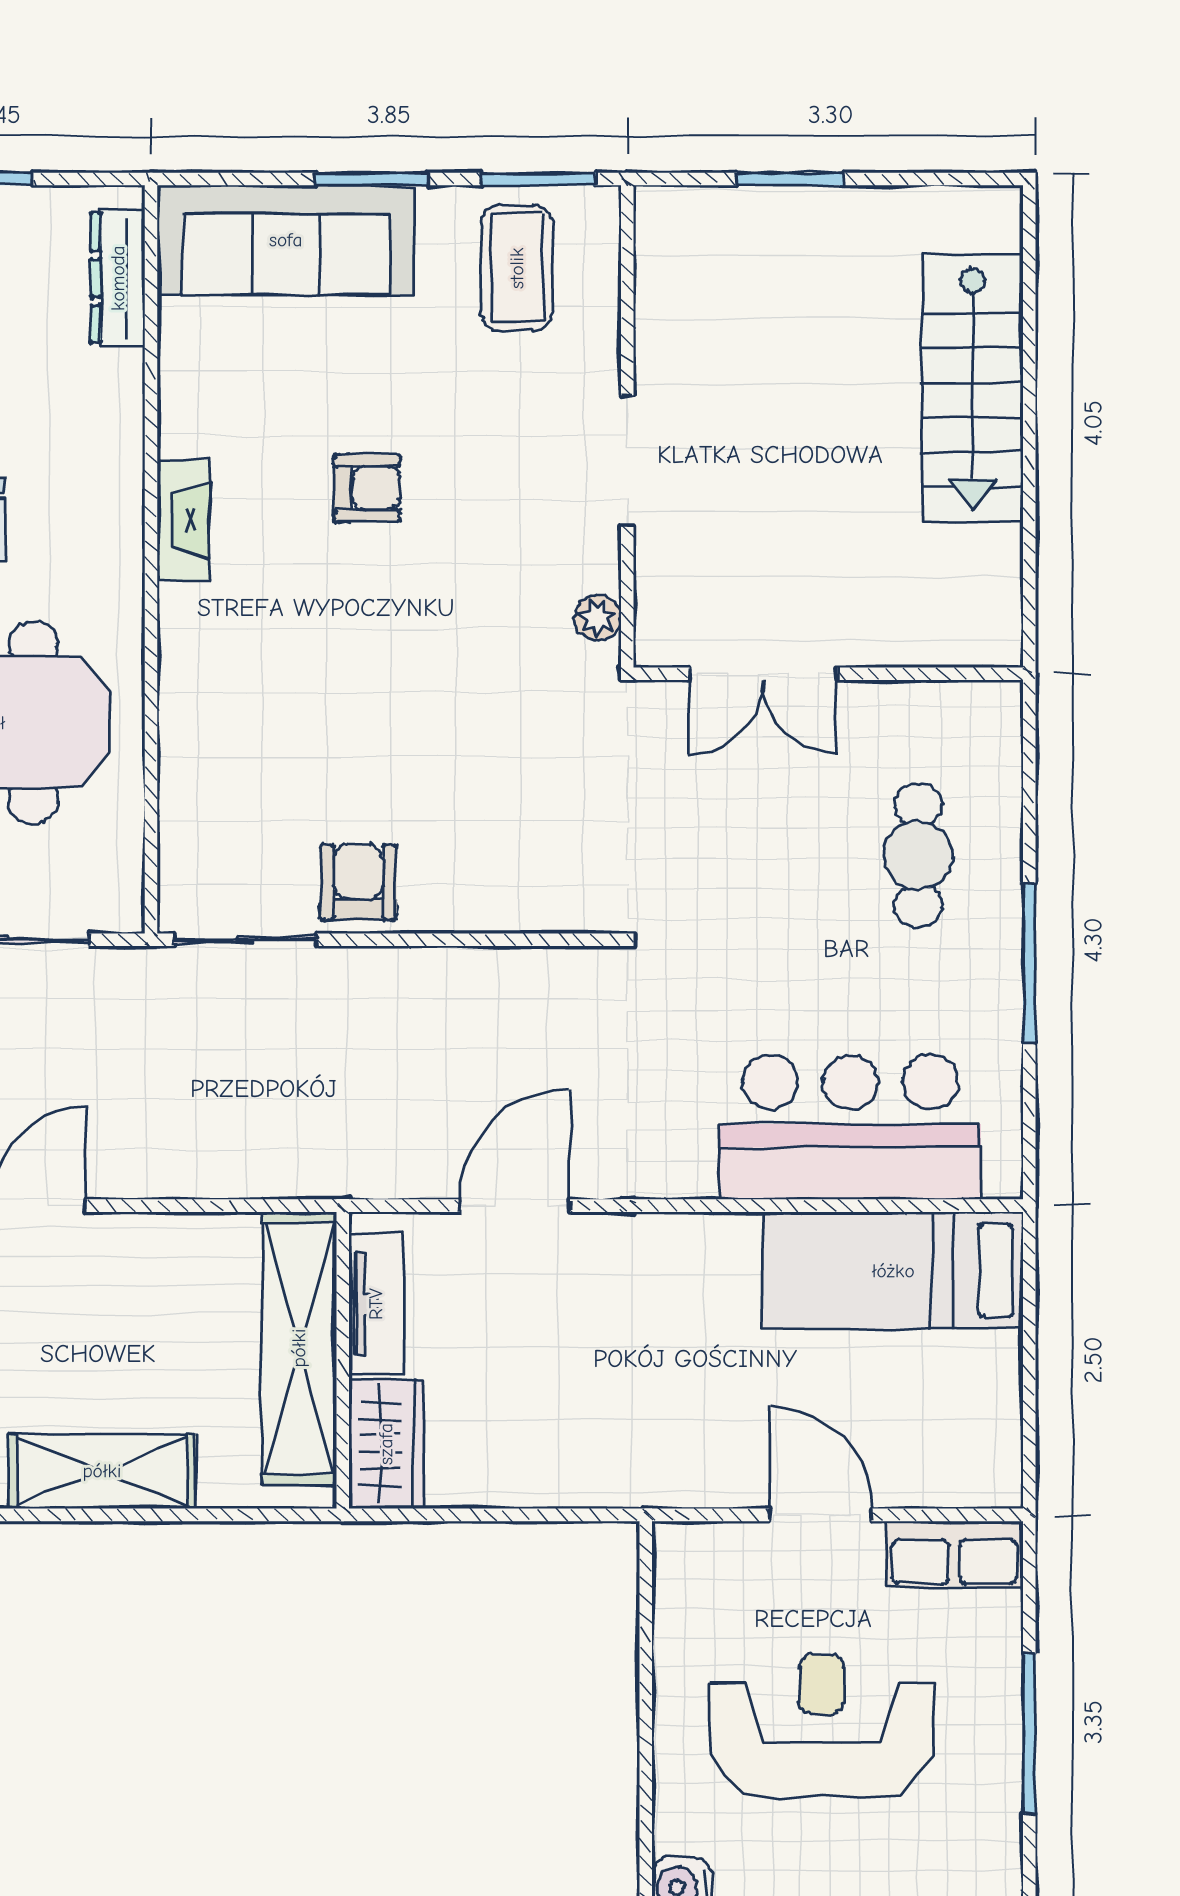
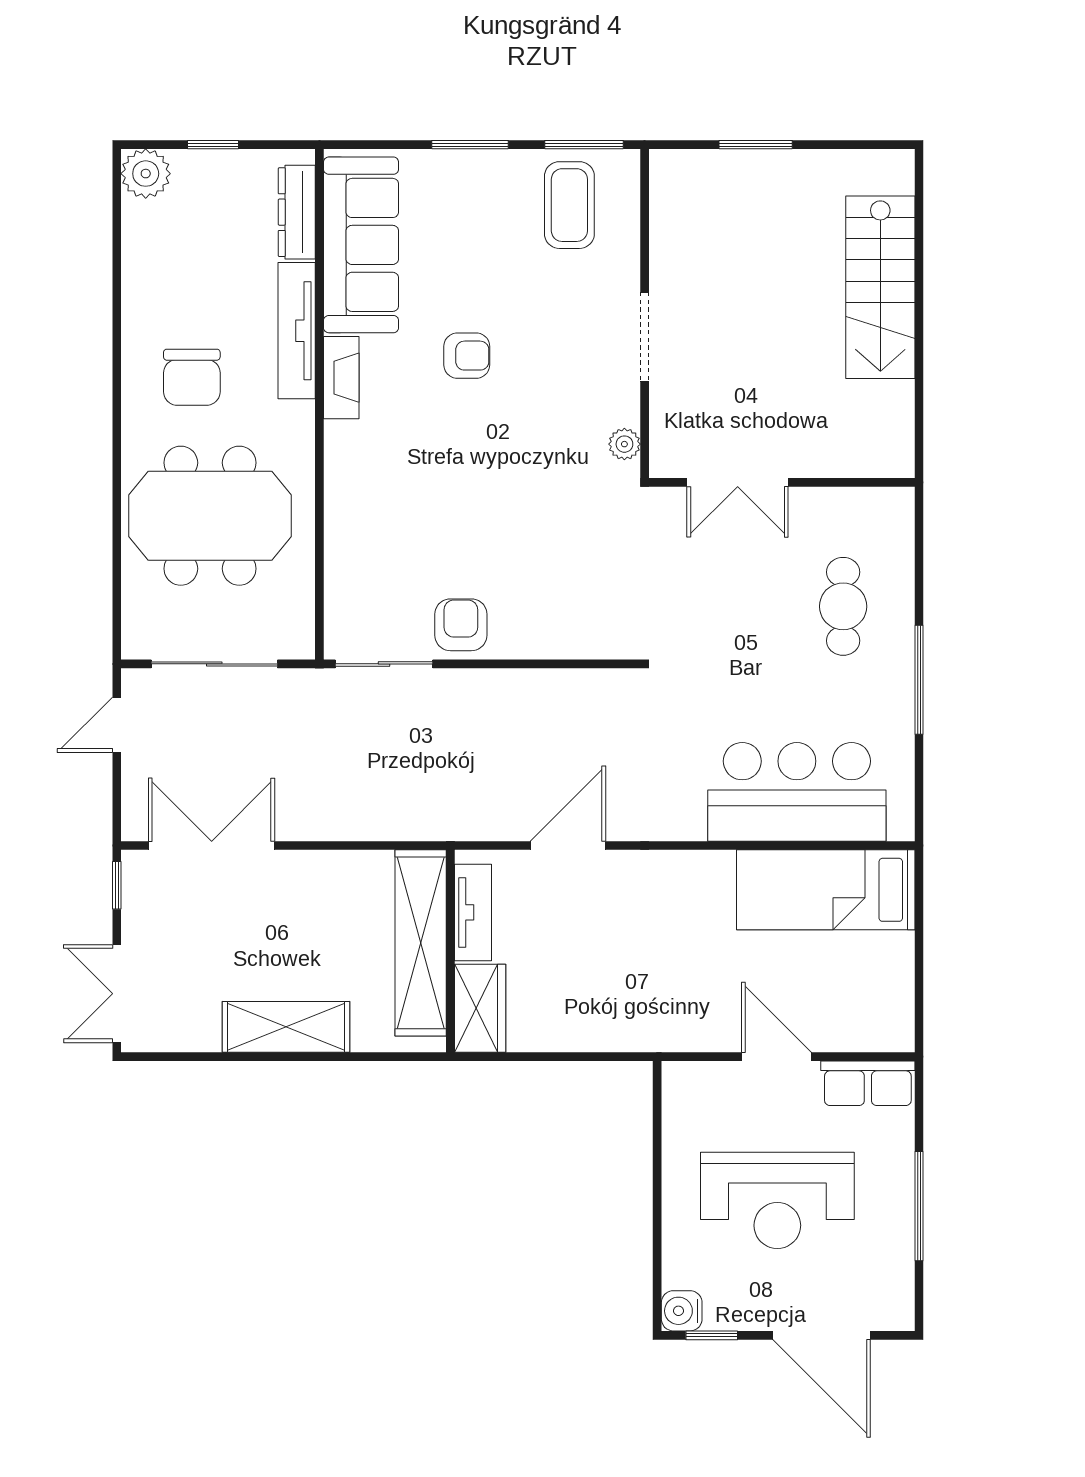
sofa: (286, 240) -> (361, 245), moved, turned -90
tv unit: (118, 452) -> (297, 331), added
reception desk: (822, 1725) -> (777, 1200), turned 180

